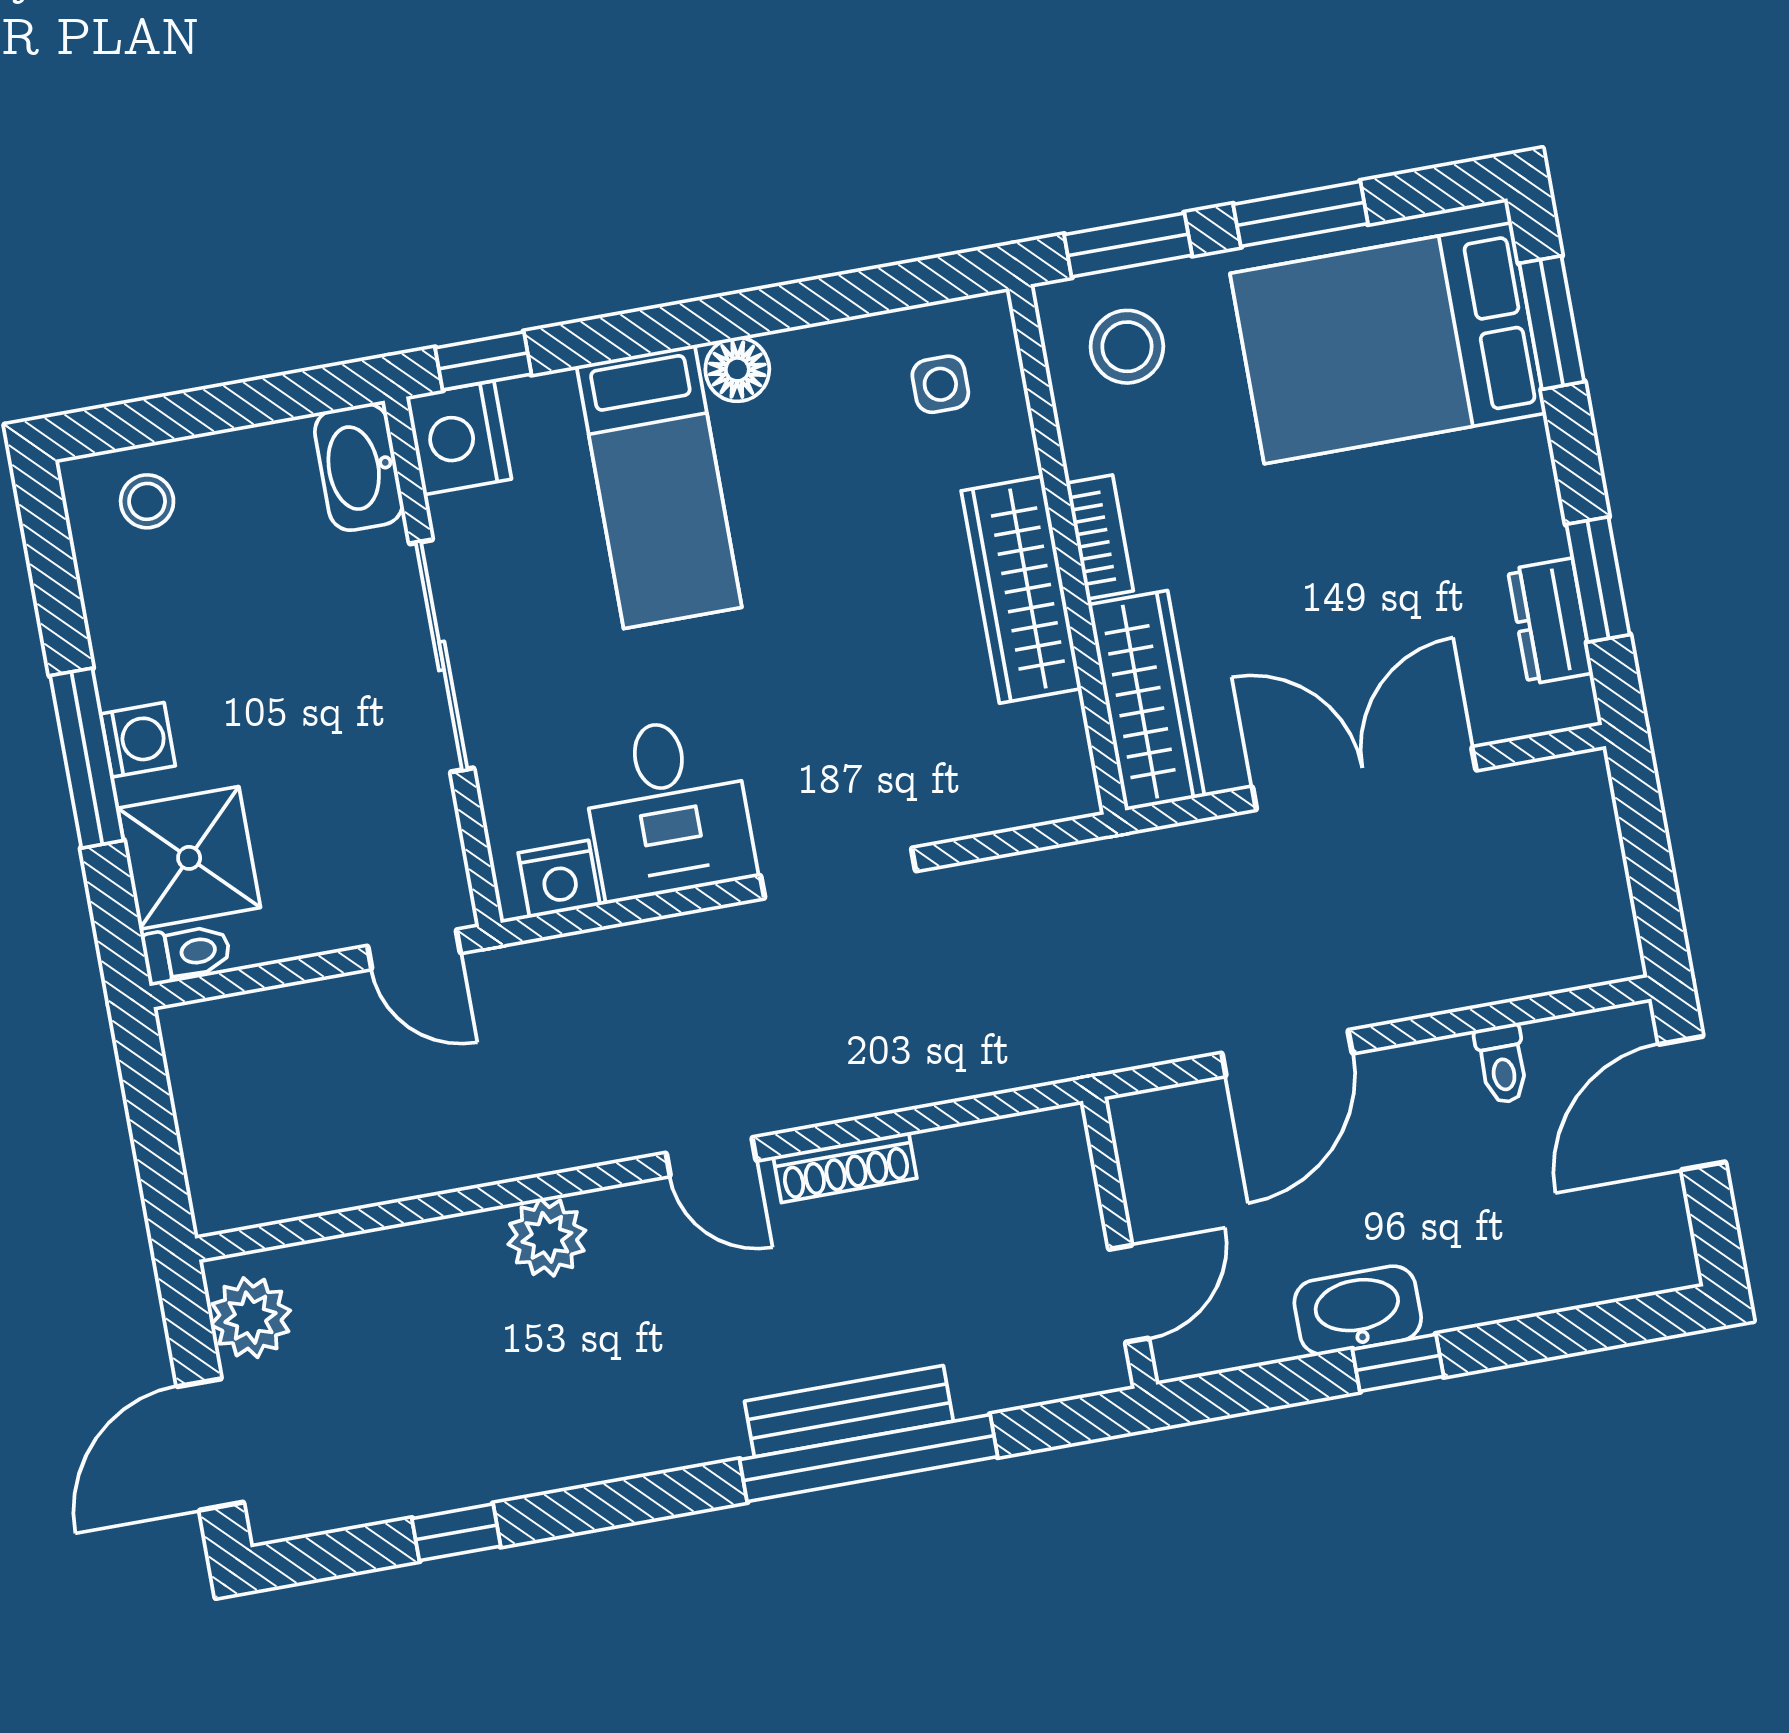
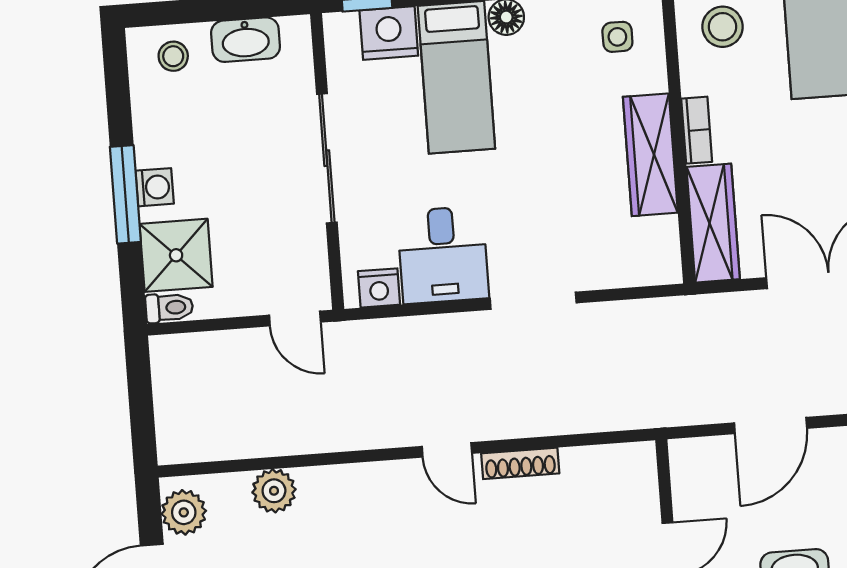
nightstand: (459, 438) -> (389, 33), moved, turned 90
washbasin: (359, 467) -> (246, 40), moved, turned -90
plant: (547, 1237) -> (274, 491), moved

